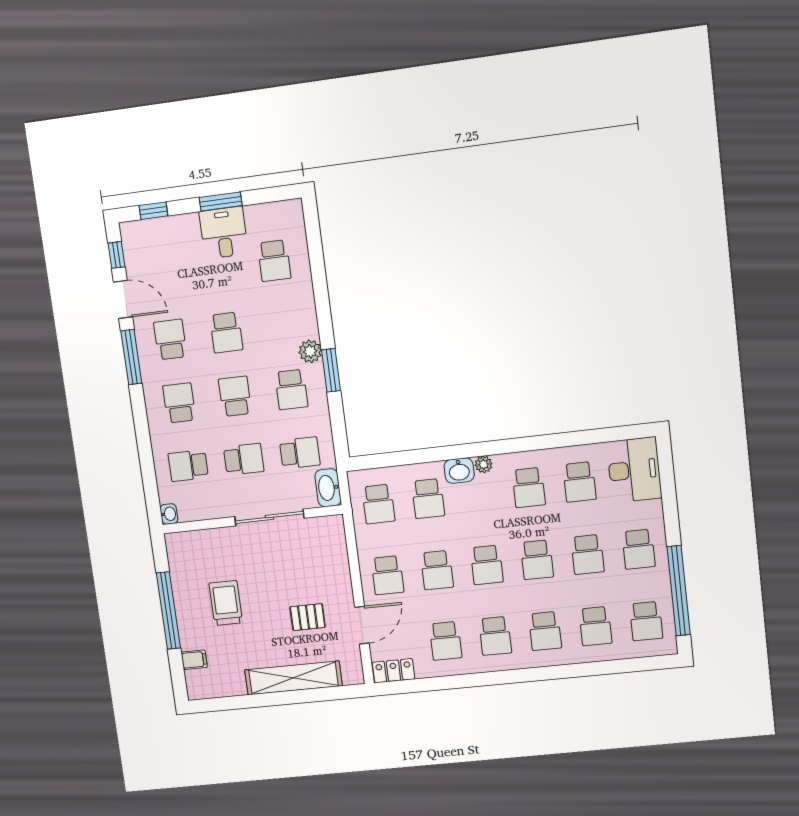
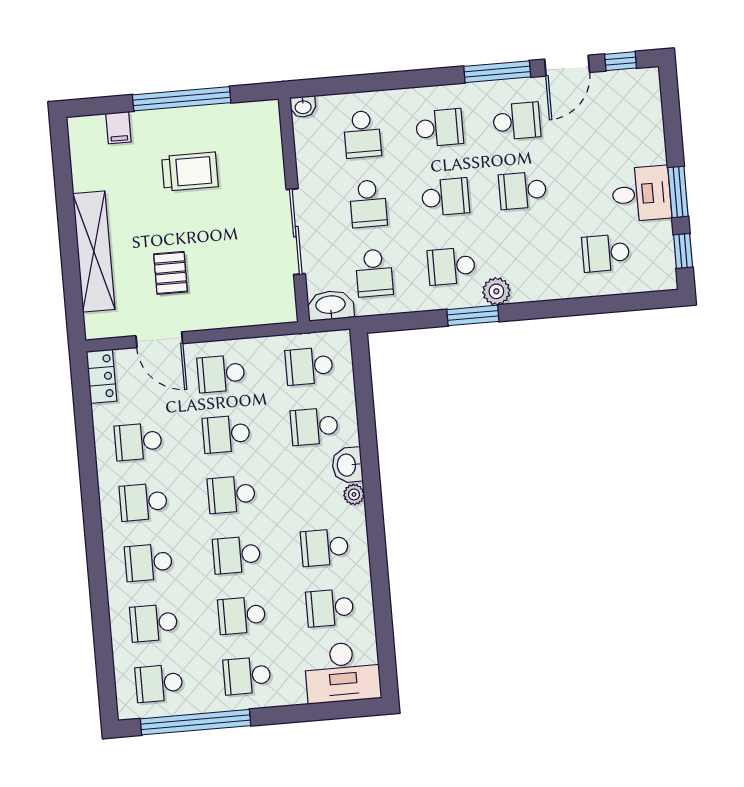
window: (153, 211) -> (683, 251), moved
school desk: (188, 466) -> (362, 134), turned 180

